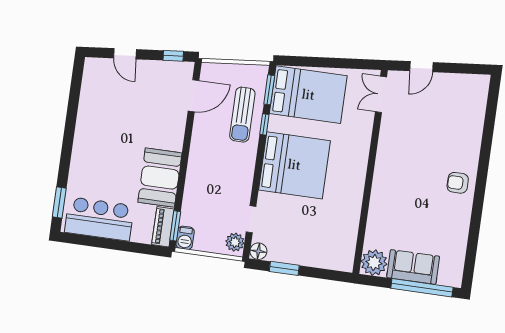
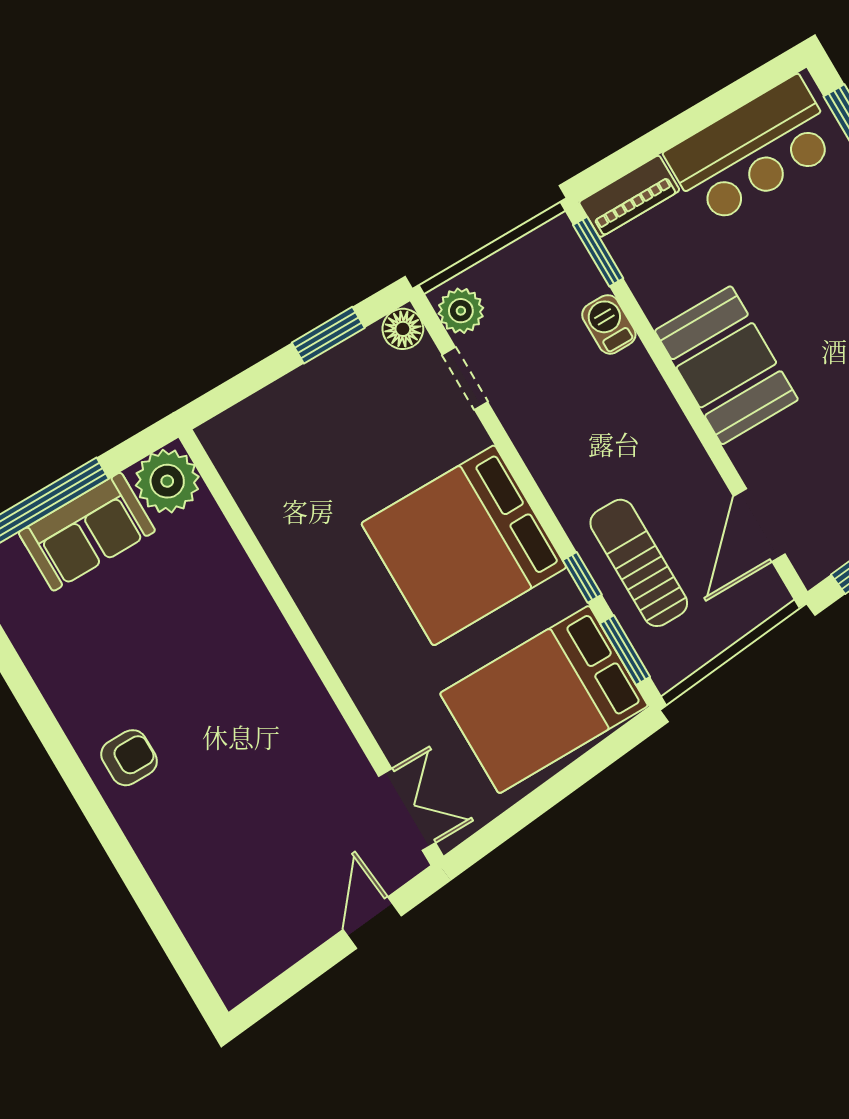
booth: (160, 178) -> (726, 365), moved
piano: (163, 227) -> (629, 196), moved, turned 90
barbecue: (185, 238) -> (609, 324), moved

